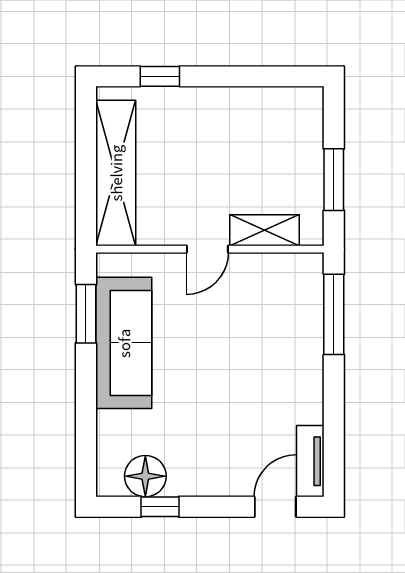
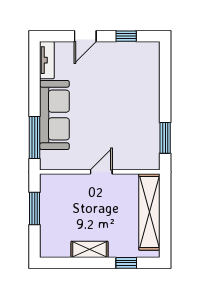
shelving: (265, 230) -> (90, 249), moved
sofa: (124, 343) -> (54, 115), moved, turned 180
floor lamp: (145, 476) -> (134, 52), removed
door: (275, 507) -> (85, 36), moved

